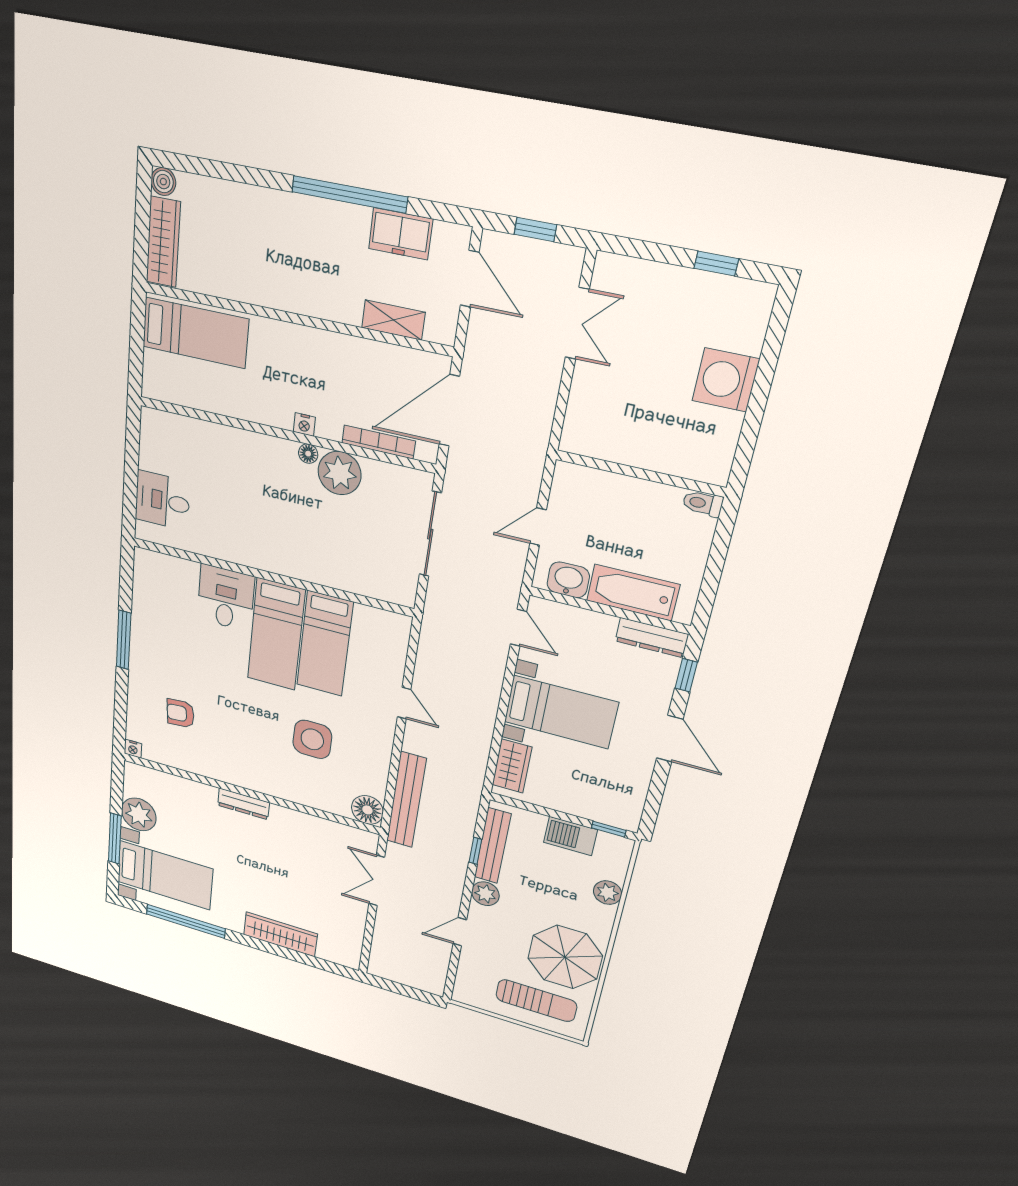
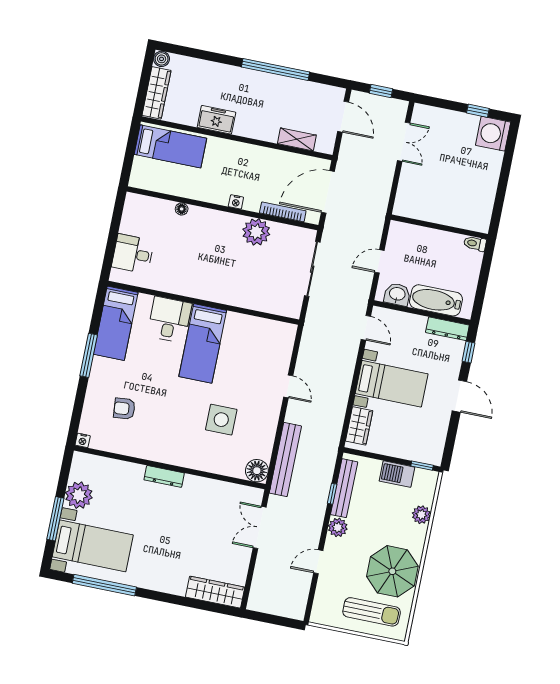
freezer: (401, 234) -> (216, 120), moved, turned 180
washing machine: (726, 380) -> (493, 134), moved
floor lamp: (308, 454) -> (182, 209), moved
bed: (325, 644) -> (116, 323), moved
wardrobe: (280, 934) -> (215, 592), moved

